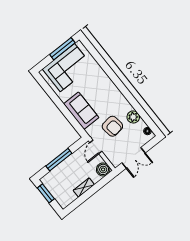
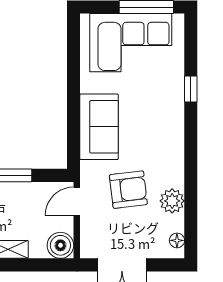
window: (106, 67) -> (191, 89), added
armchair: (112, 126) -> (128, 190), turned -89

